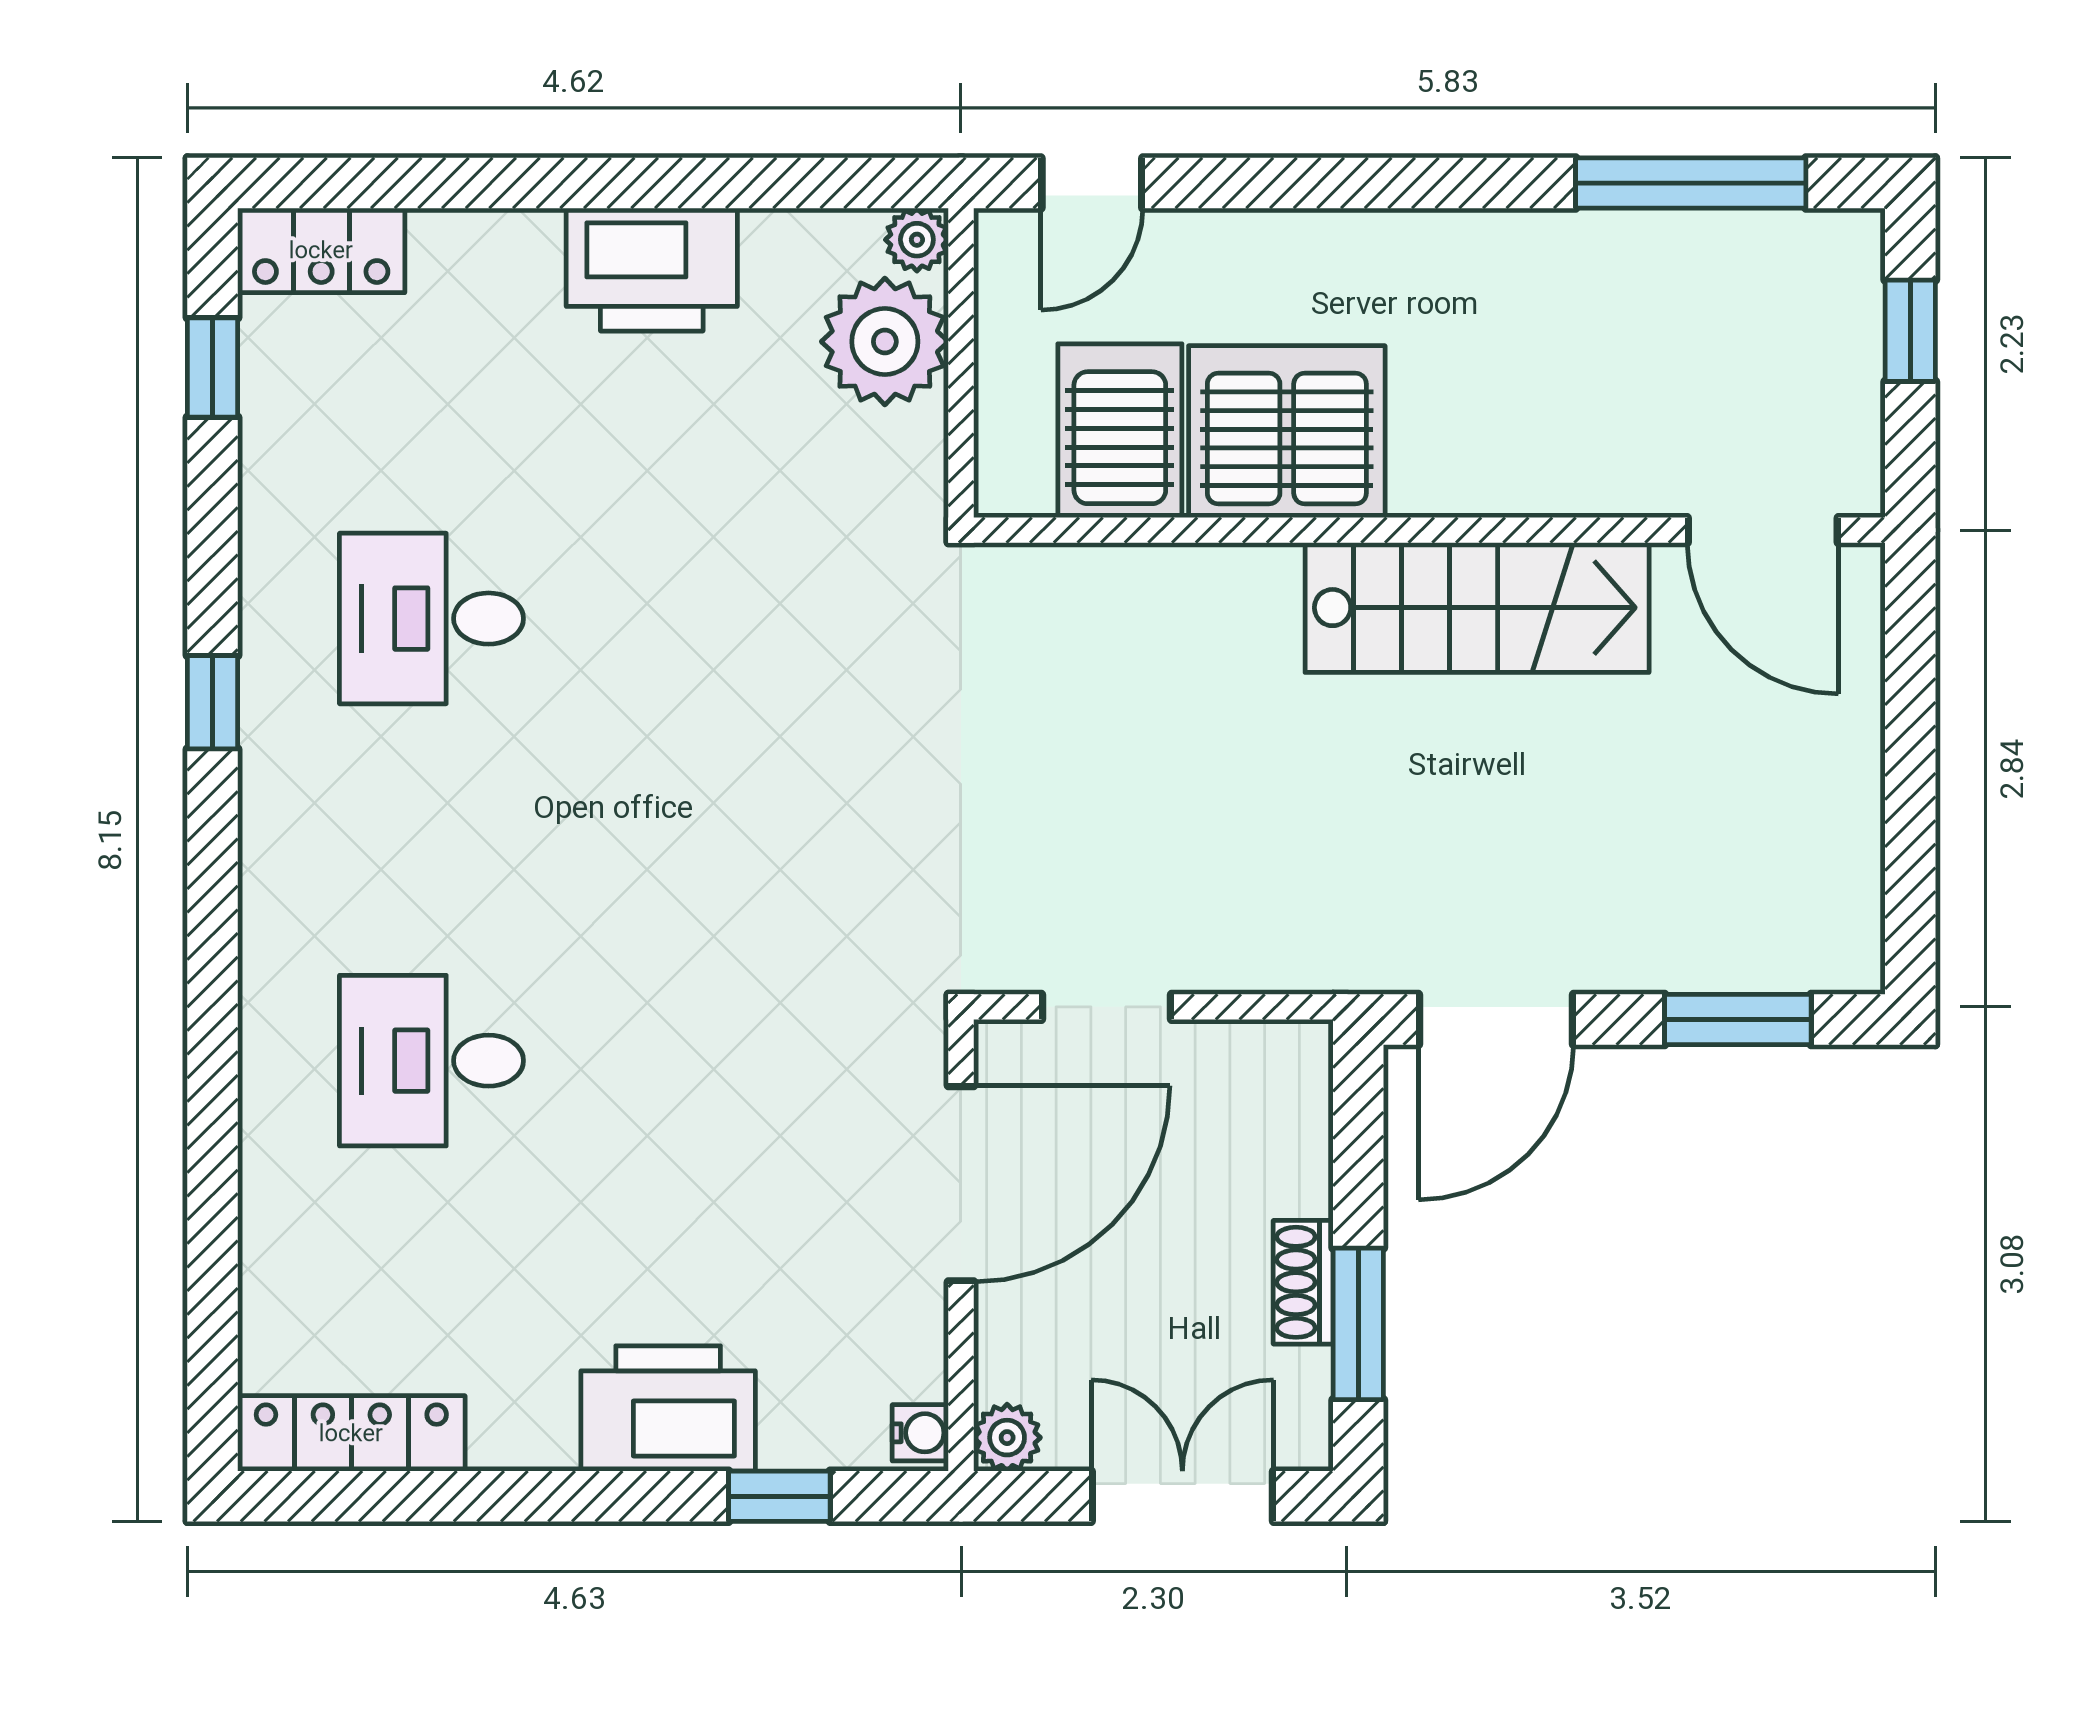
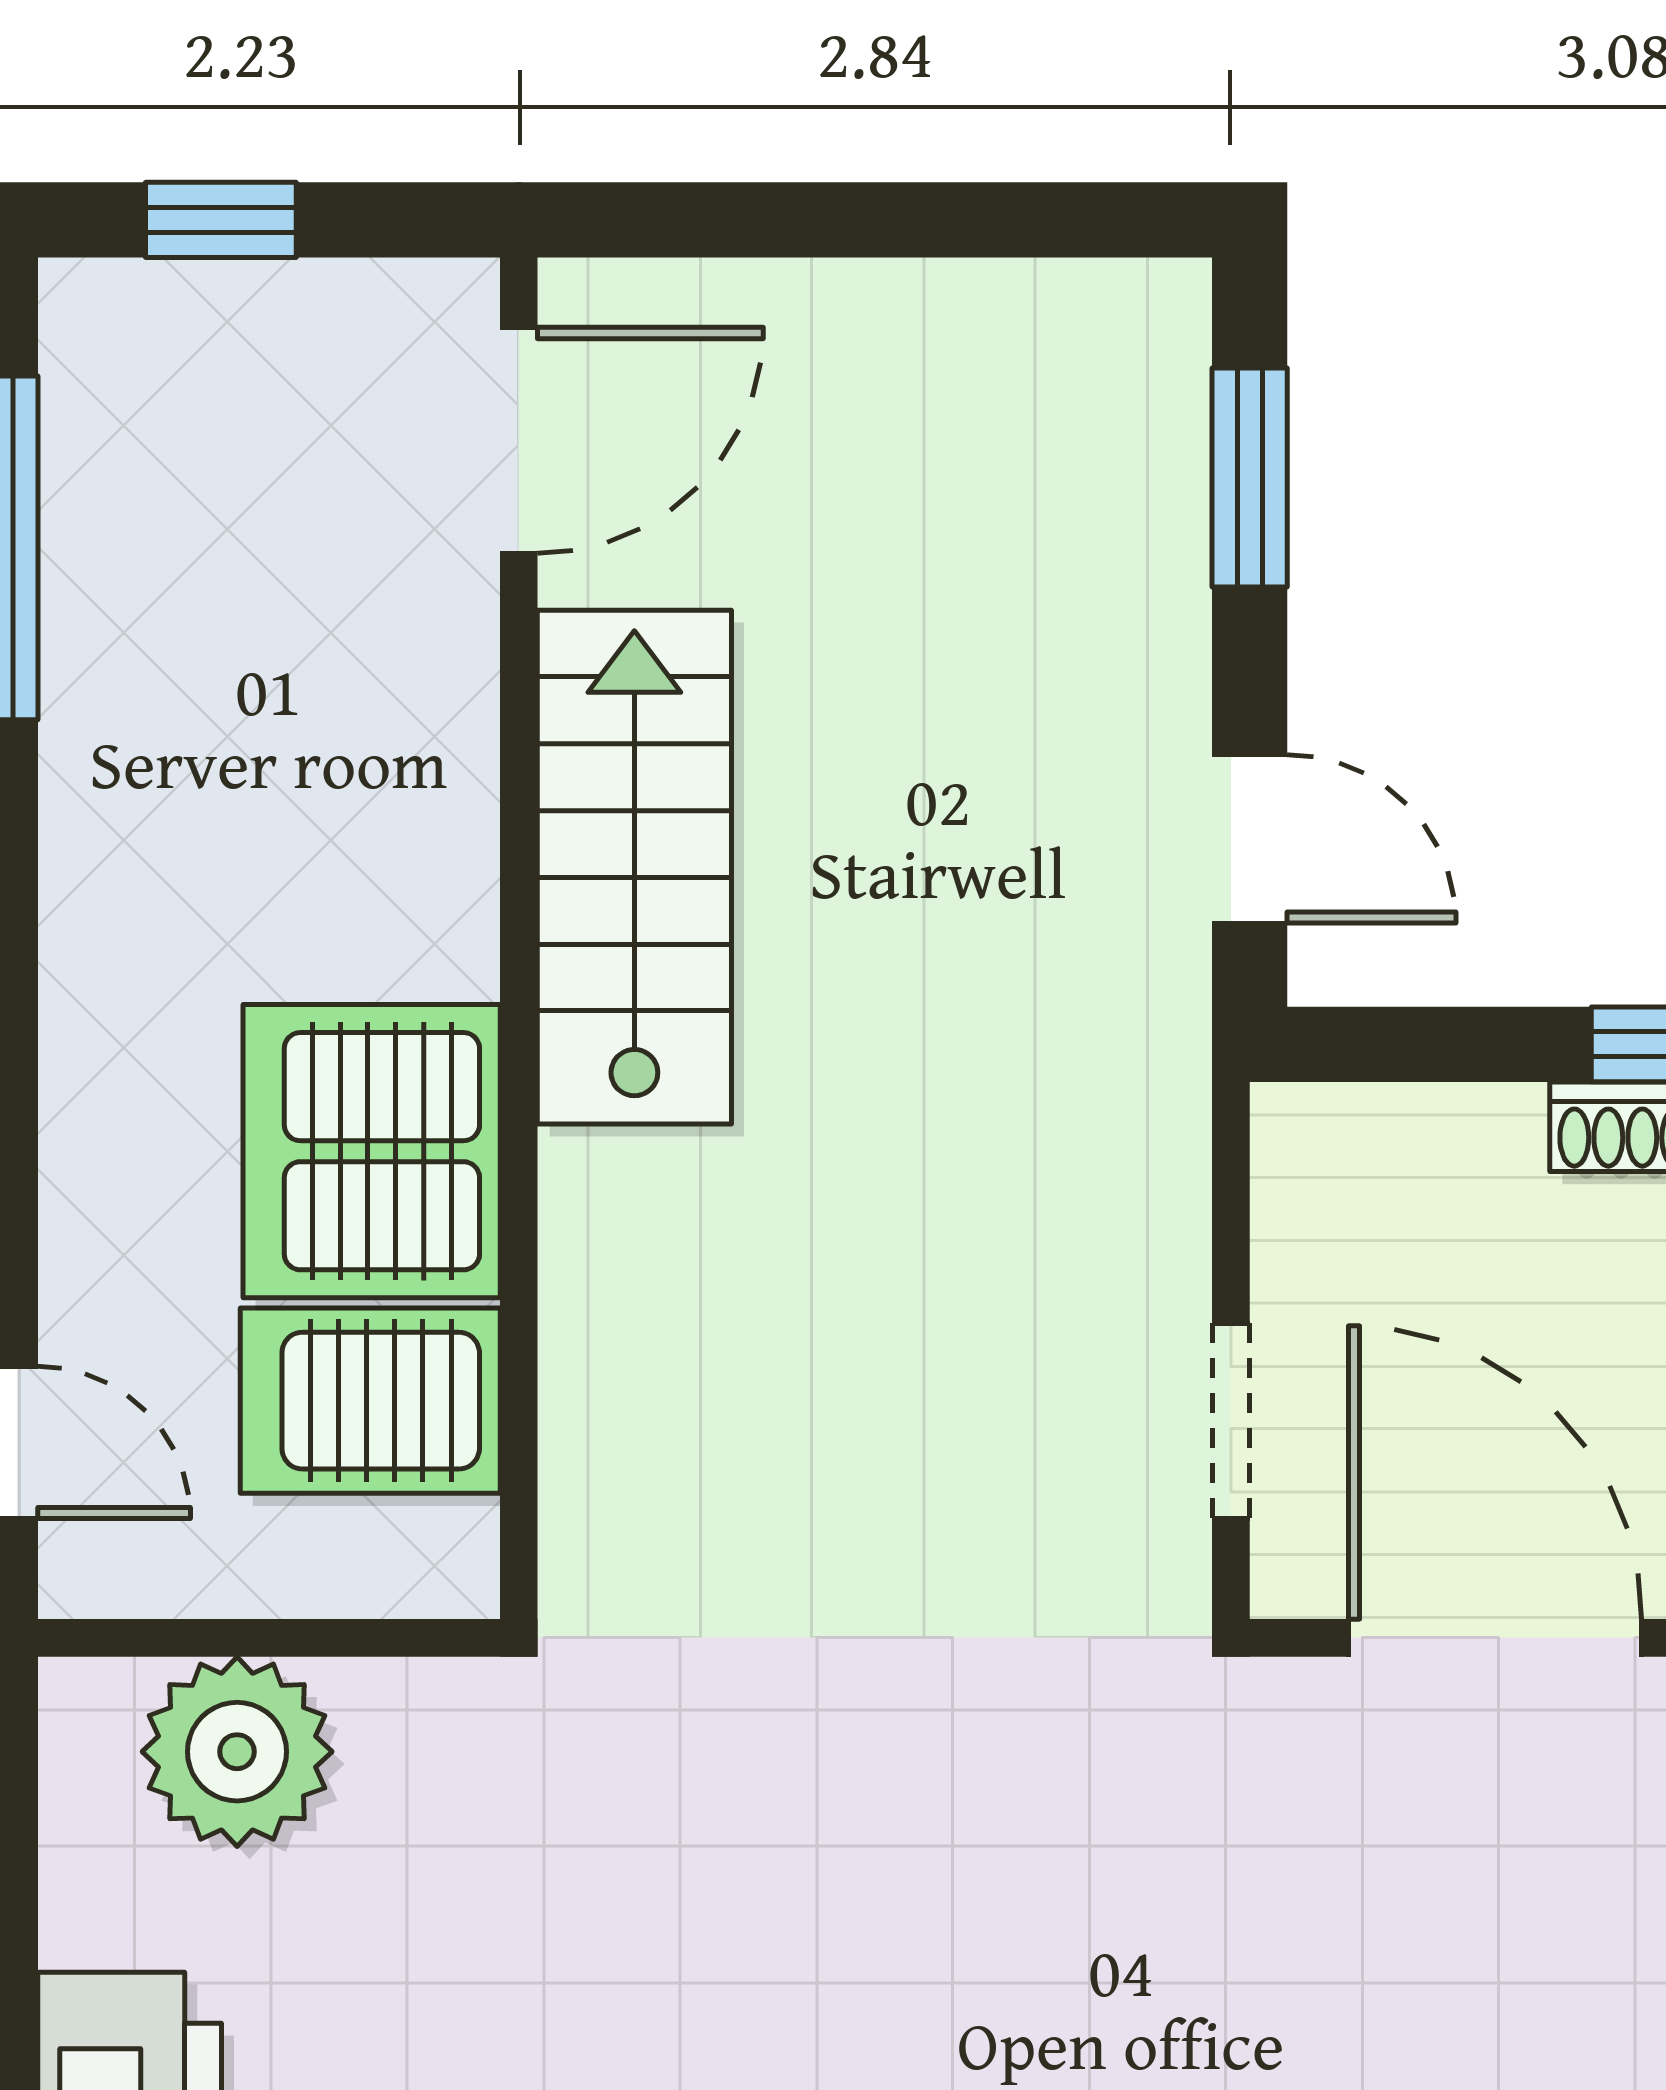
plant: (917, 240) -> (85, 1704), removed
door: (1496, 1019) -> (1250, 839), width x0.73

